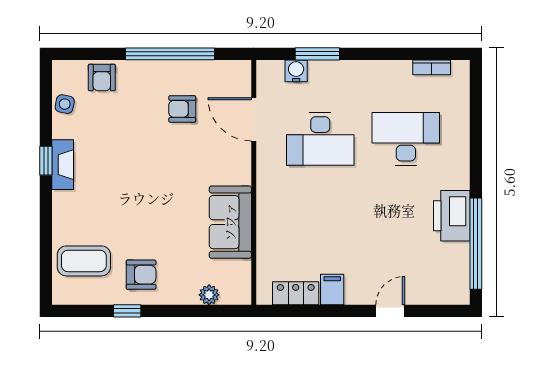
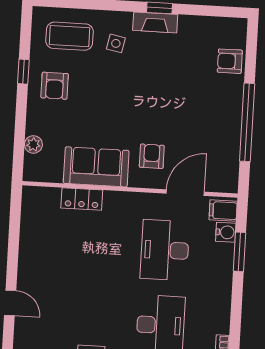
side table: (65, 104) -> (116, 43), moved
armchair: (182, 109) -> (152, 156), moved
coffee table: (84, 261) -> (69, 36), turned 90
filing cabinet: (332, 290) -> (223, 211), moved, turned 180
locker: (296, 293) -> (82, 199), moved, turned 90

